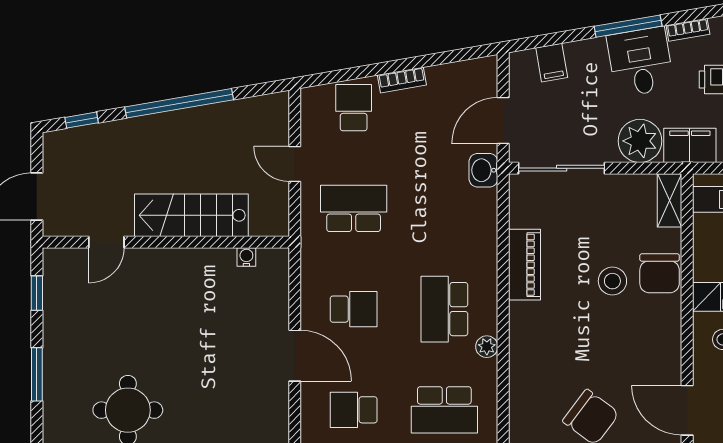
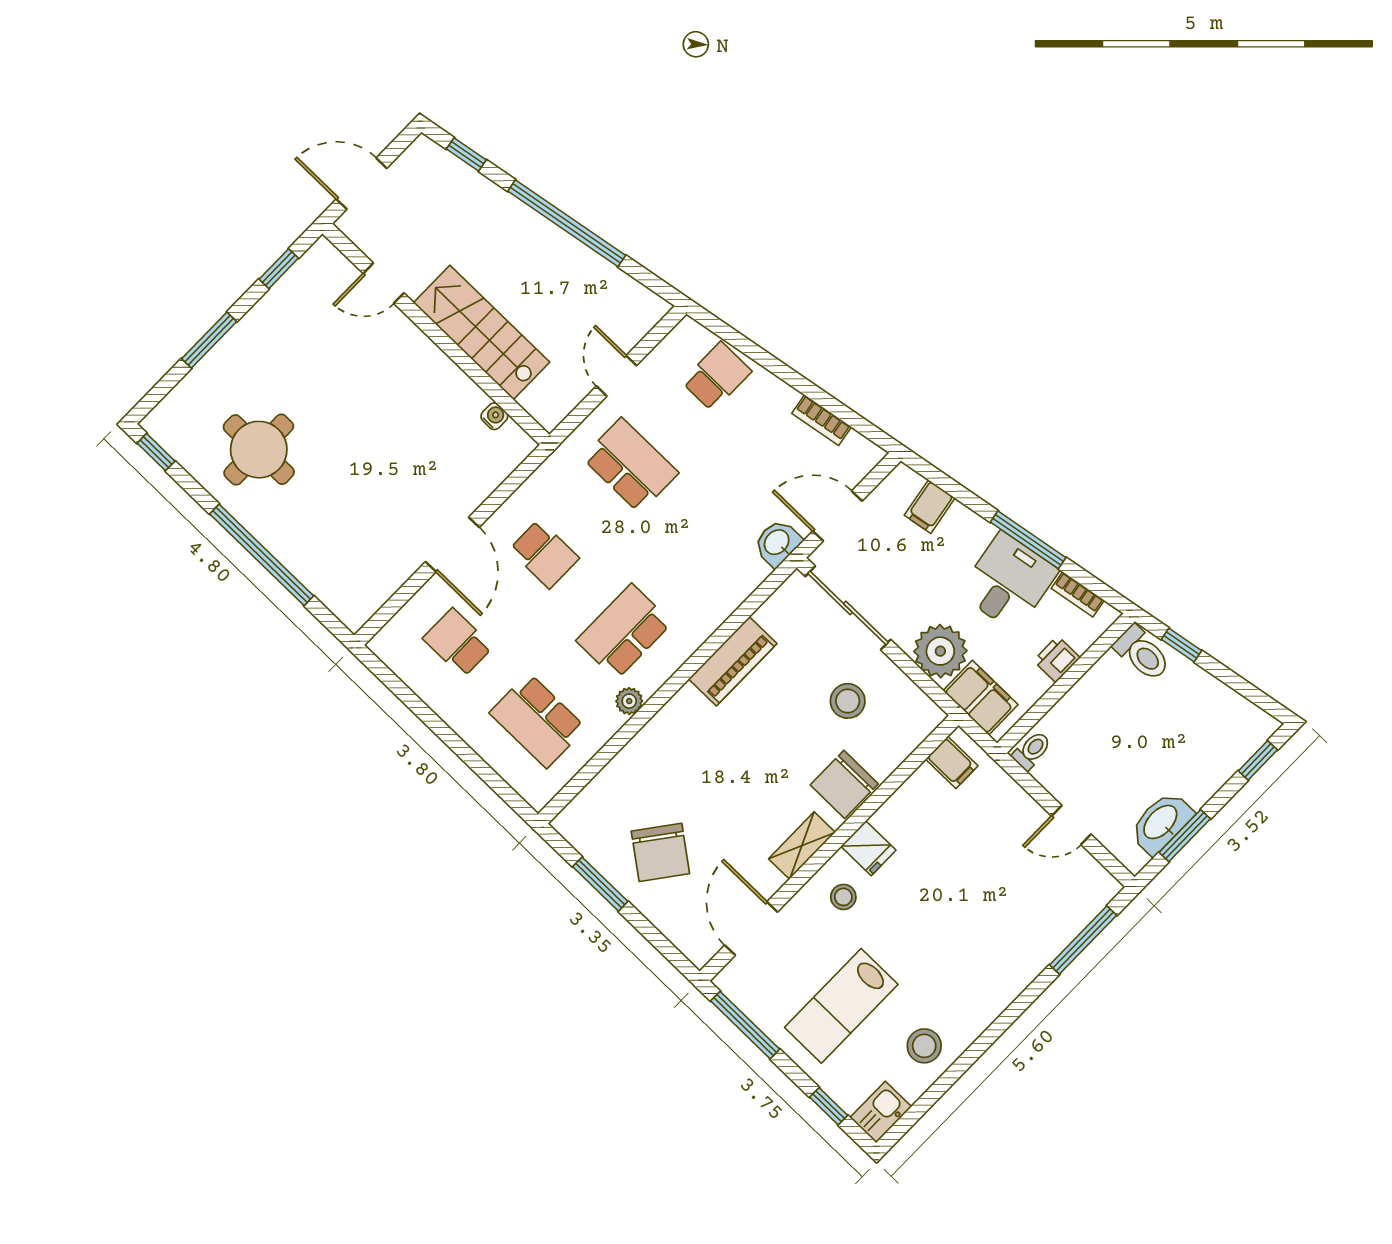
bookcase: (402, 80) -> (822, 420), moved
shelving: (670, 200) -> (802, 846), moved
stool: (612, 281) -> (848, 701), moved

